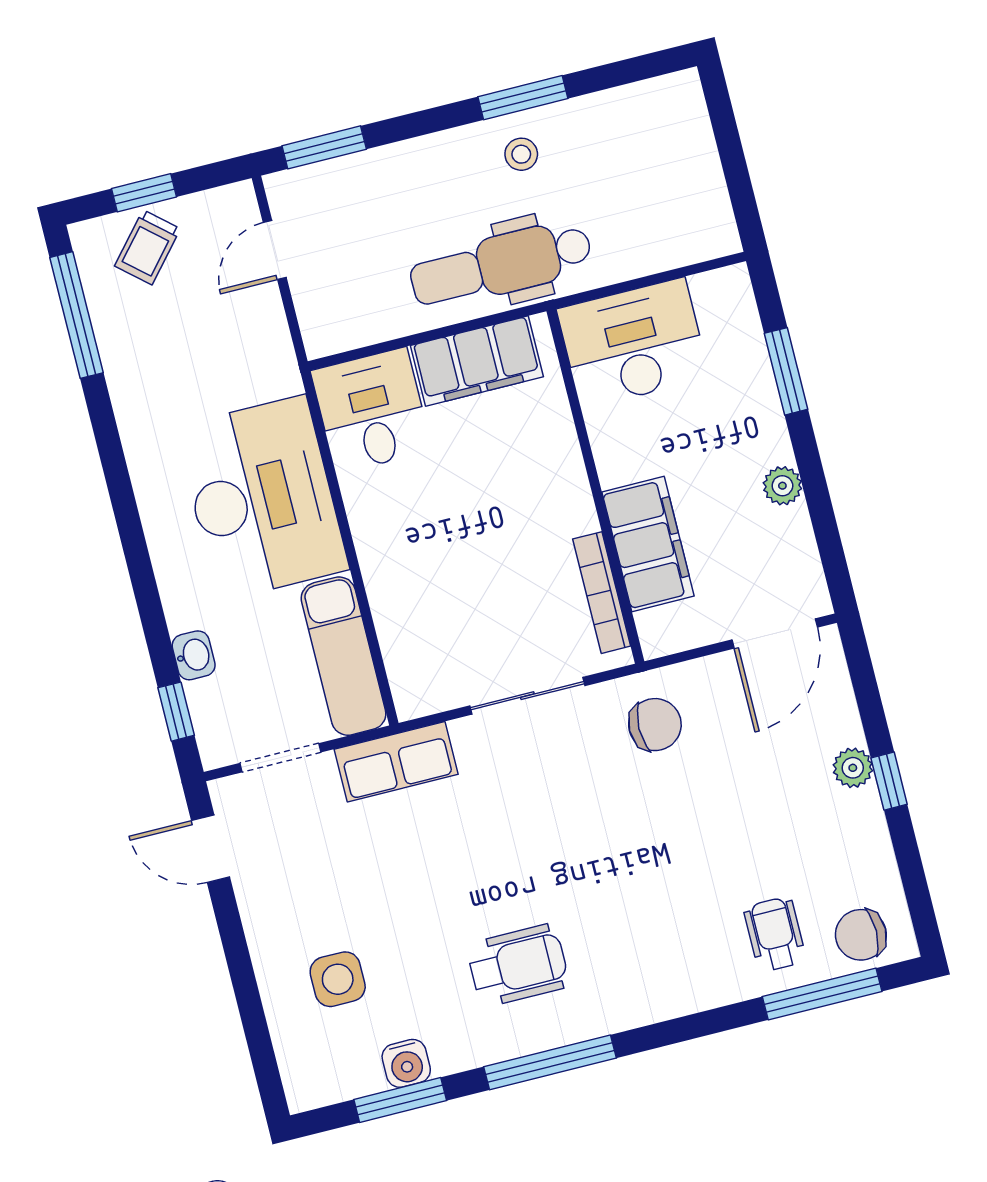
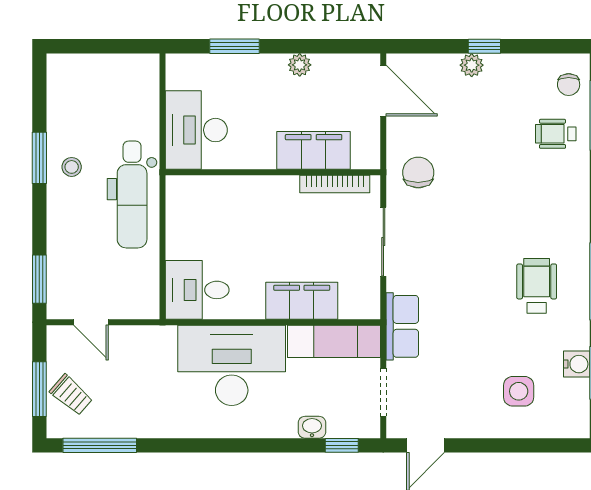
window: (144, 193) -> (39, 389), width x1.50
filing cabinet: (477, 361) -> (302, 301), moved, turned -90
chair: (861, 935) -> (569, 85), width x0.73, depth x0.73

